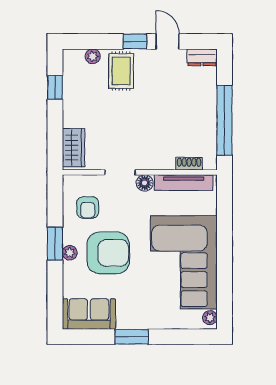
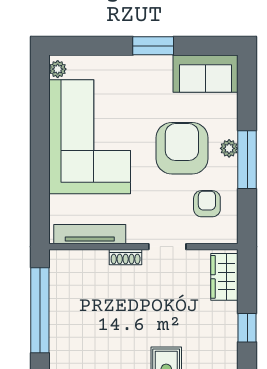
window: (55, 87) -> (247, 328), moved
shoe rack: (189, 164) -> (126, 257), moved
floor lamp: (145, 183) -> (138, 234), removed
window: (55, 244) -> (247, 160), width x1.44
armchair: (108, 253) -> (182, 148), turned 90

